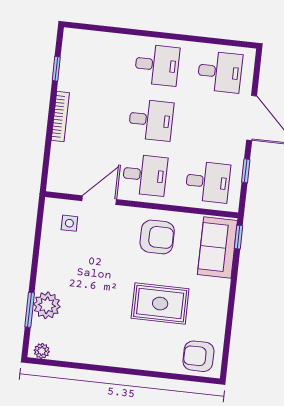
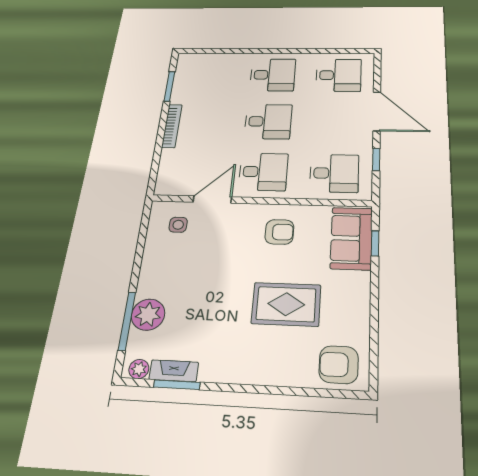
window: (56, 69) -> (169, 86), width x1.50
armchair: (157, 237) -> (279, 232), width x0.72, depth x0.72
window: (238, 237) -> (375, 243), moved
window: (30, 310) -> (127, 321), width x1.44
fireplace: (70, 354) -> (174, 371), added
window: (72, 365) -> (177, 385), added

